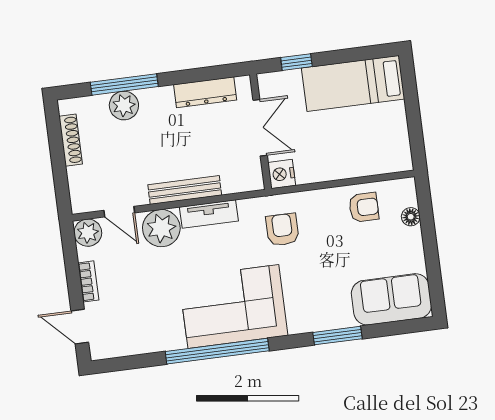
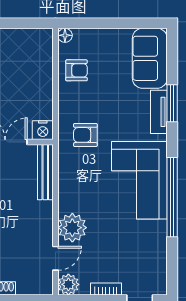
bench: (185, 190) -> (45, 172), moved
armchair: (364, 207) -> (77, 70), turned 90
tv unit: (209, 214) -> (159, 112), moved, turned 180
floor lamp: (411, 217) -> (65, 35), moved

